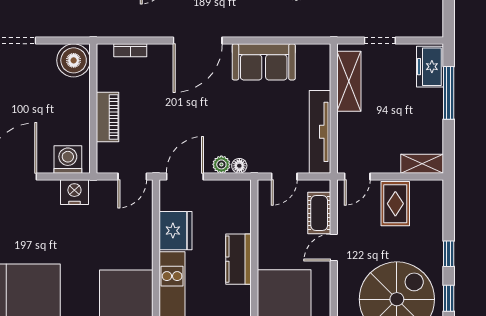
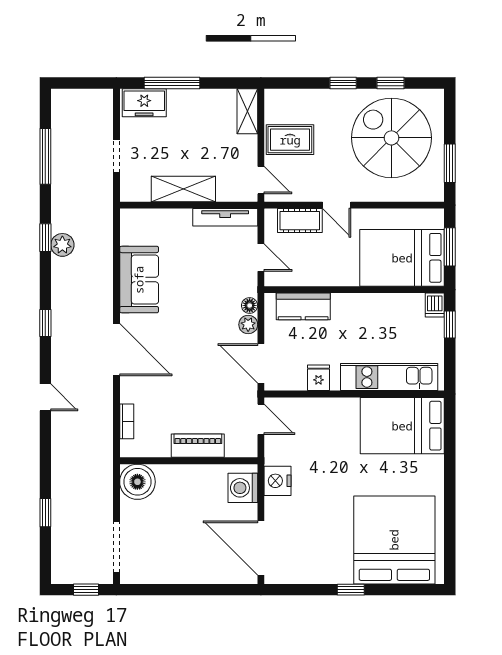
shelving: (349, 81) -> (183, 189), moved
tv unit: (320, 132) -> (225, 217), width x0.73, depth x0.78
fridge: (176, 231) -> (318, 378), width x0.53, depth x0.75
kitchen counter: (238, 259) -> (303, 306), moved

